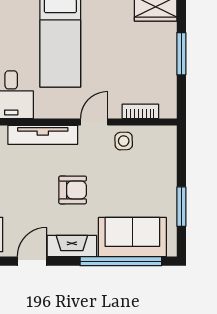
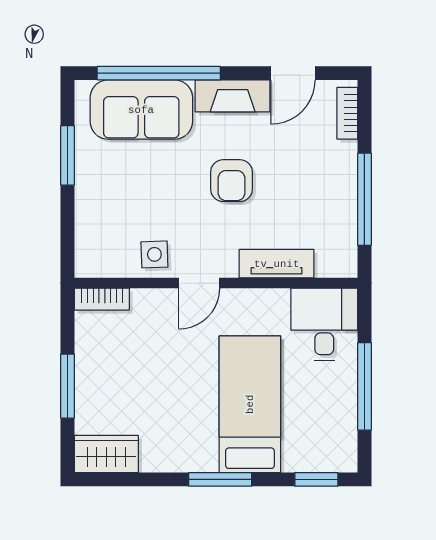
bookcase: (140, 111) -> (102, 299), moved
tv unit: (43, 135) -> (277, 264), width x0.71
armchair: (73, 190) -> (231, 181), turned -90

